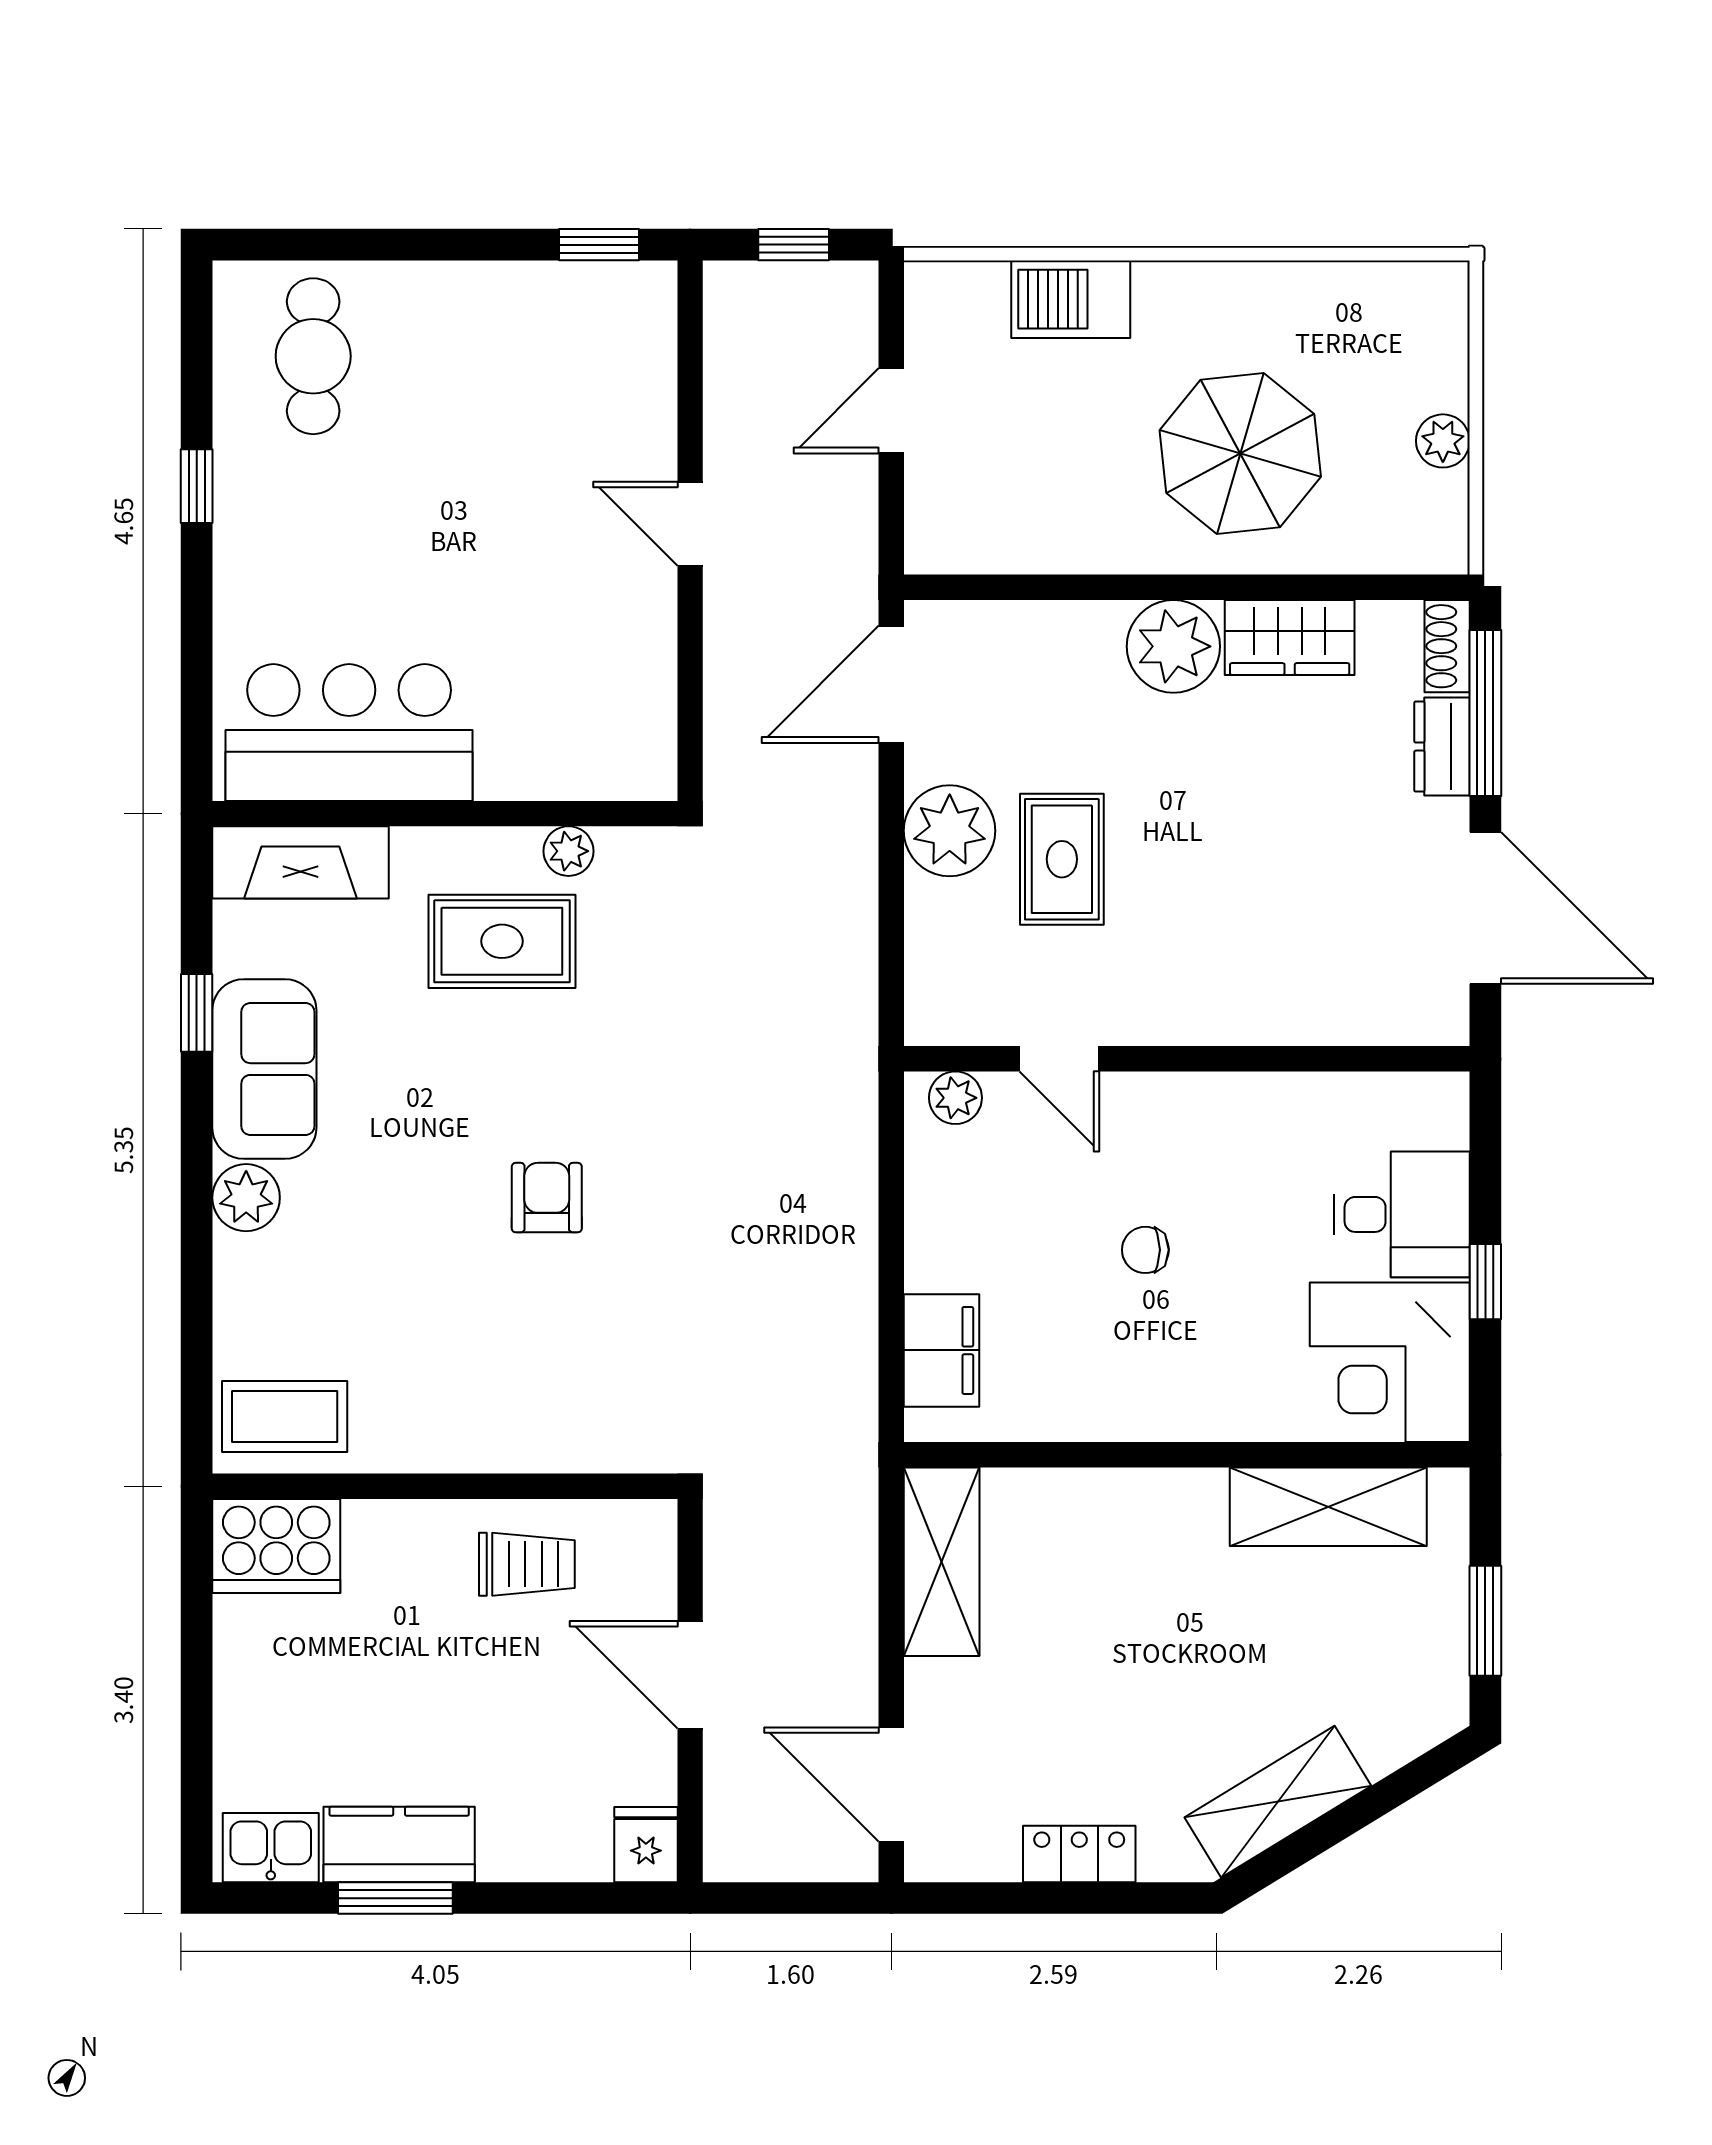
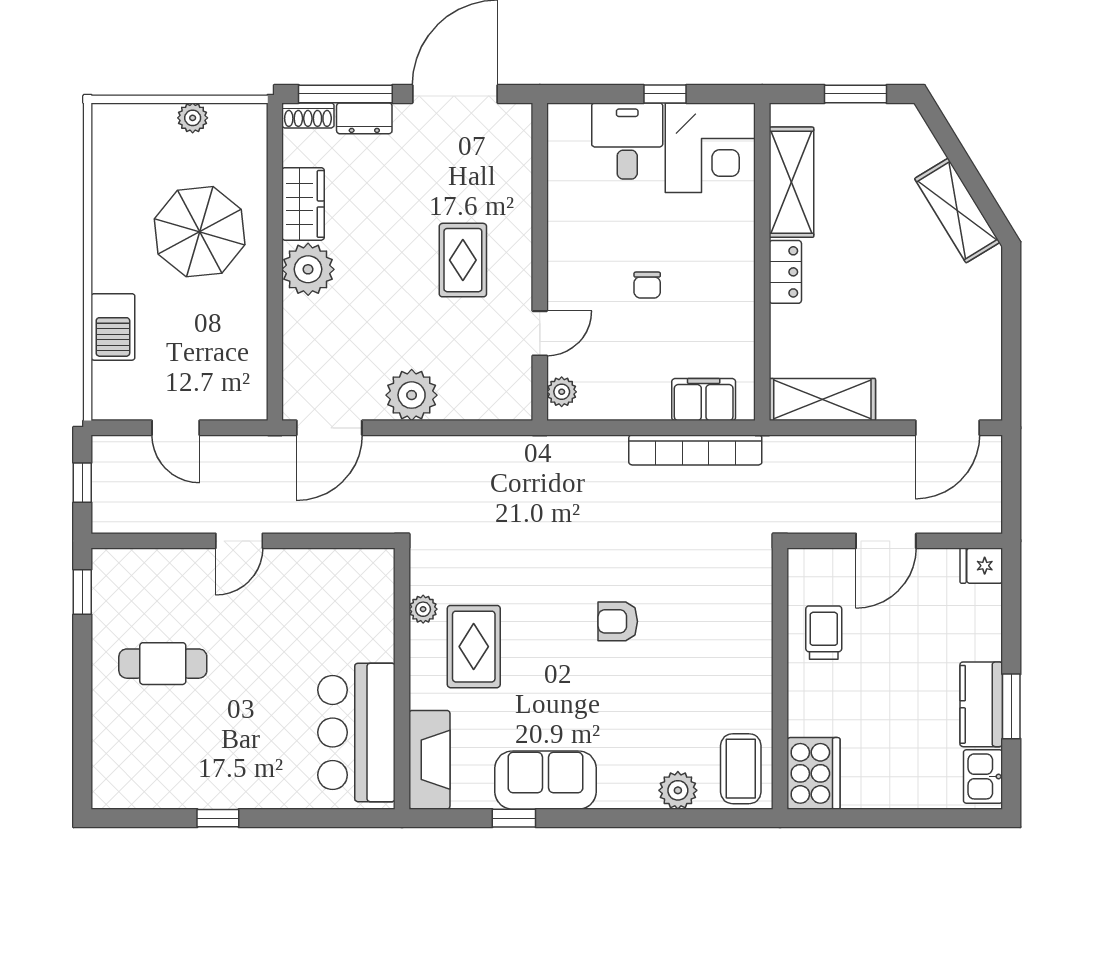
cafe table: (313, 356) -> (163, 664), moved
door: (891, 684) -> (329, 428), hinge flipped
rug: (1062, 859) -> (463, 260), moved, turned 90
plant: (246, 1198) -> (678, 790), moved
bookcase: (852, 1336) -> (695, 450), added
locker: (1079, 1854) -> (785, 272), moved, turned 180

